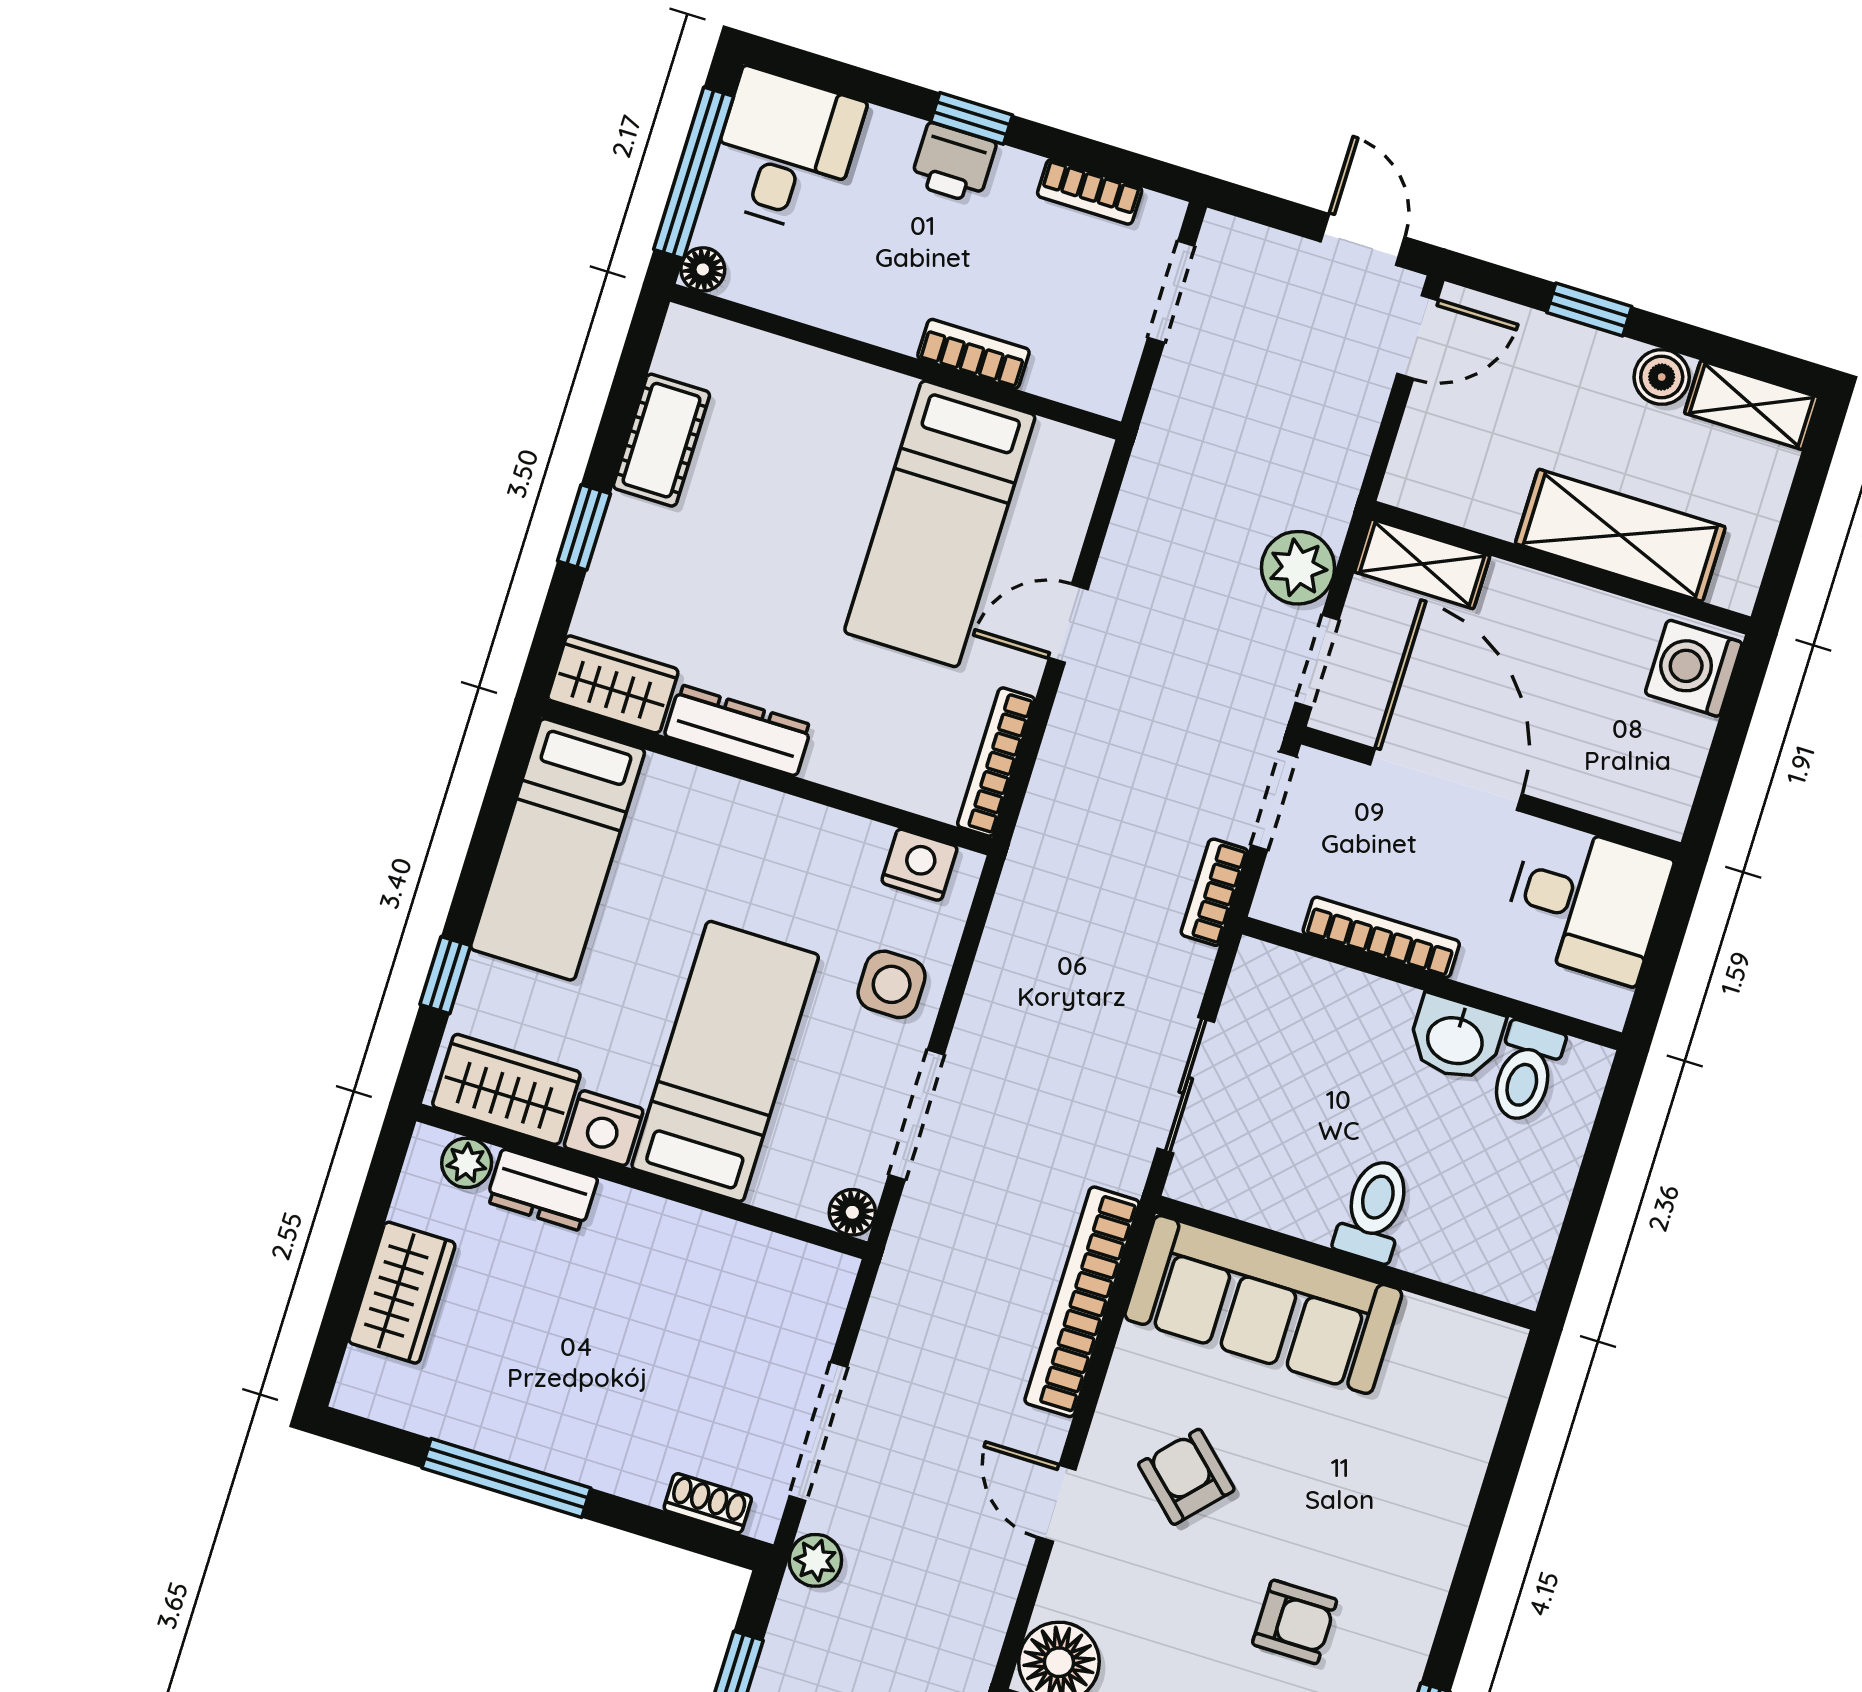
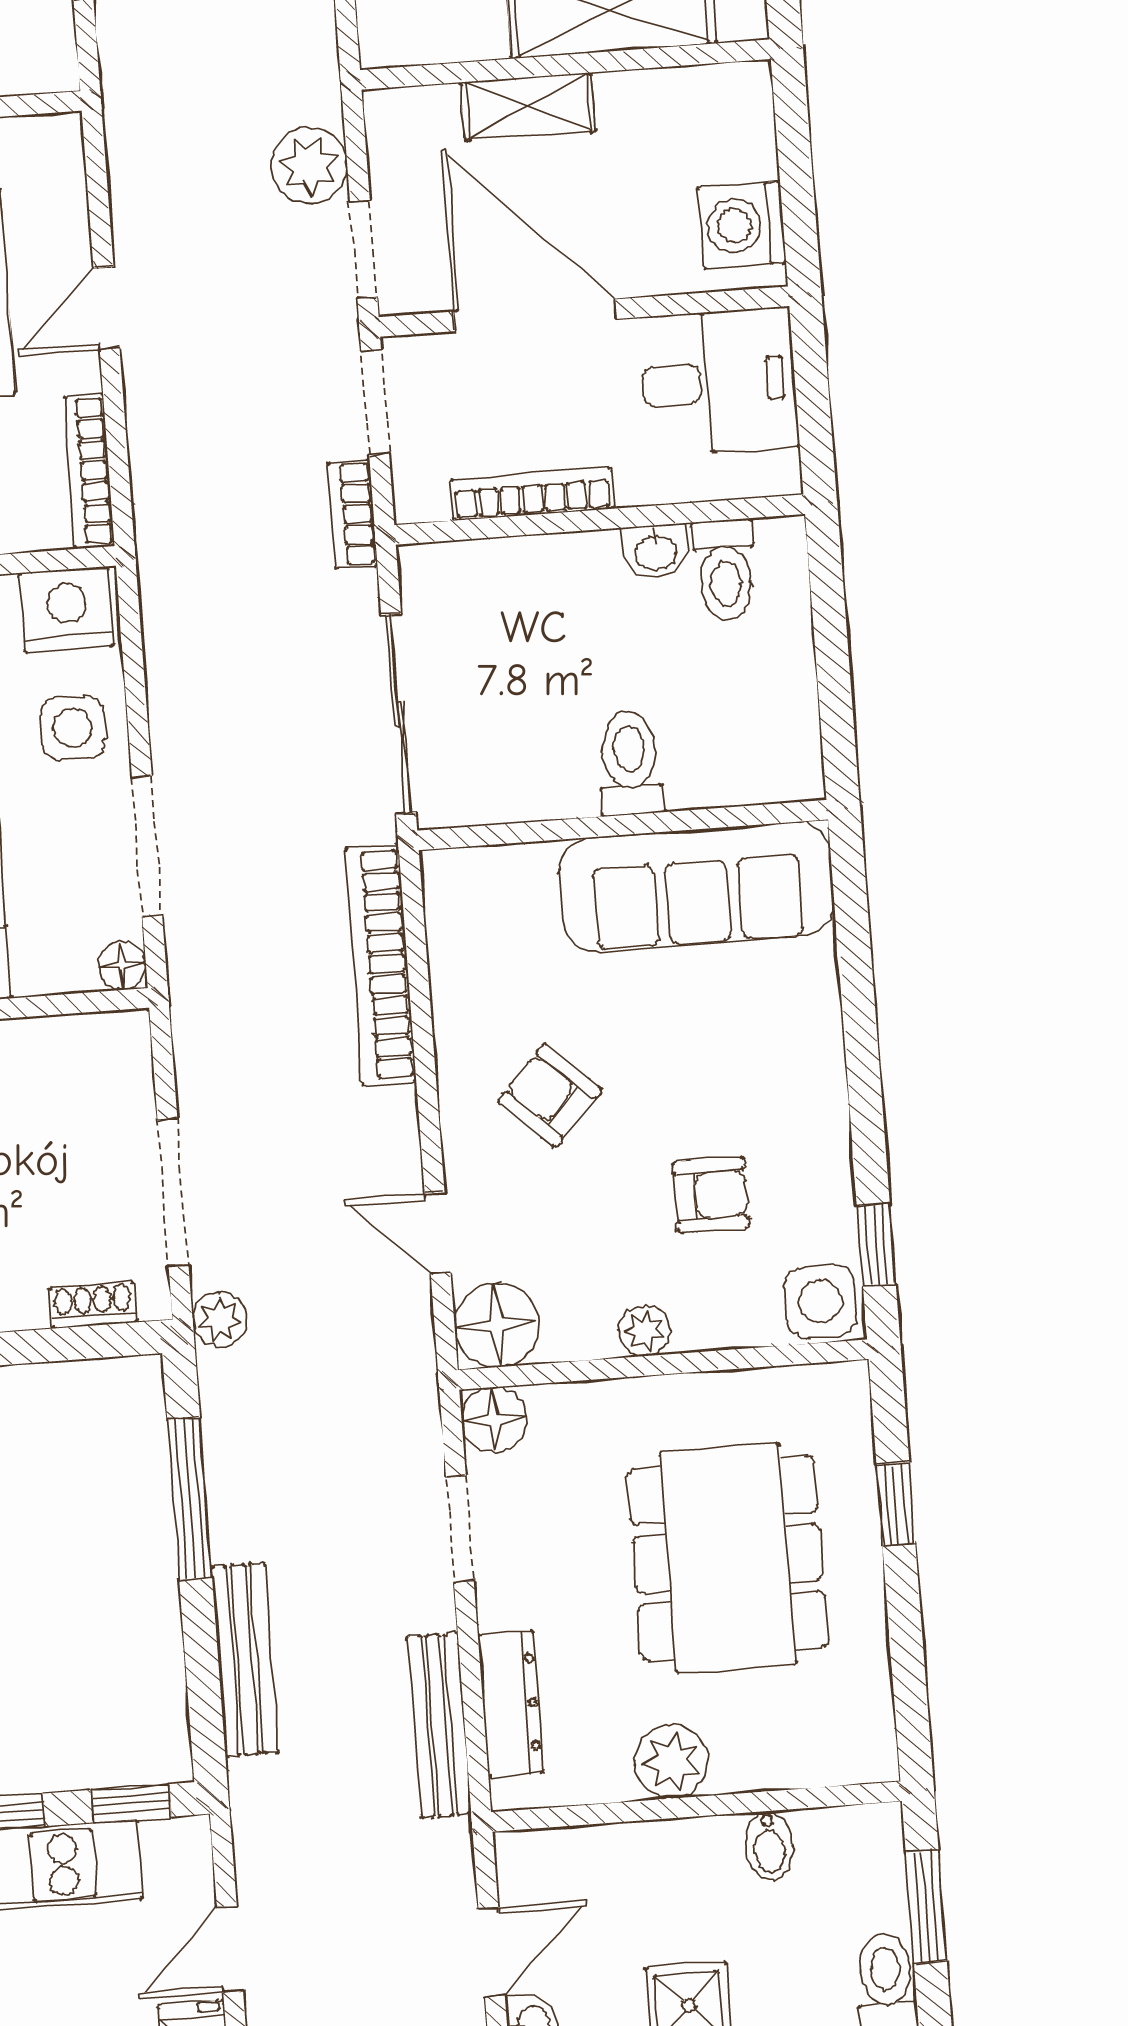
shelving: (1422, 564) -> (528, 107), moved
washing machine: (1694, 668) -> (742, 225), moved
nightstand: (919, 865) -> (67, 610), width x1.36, depth x1.33
washbasin: (1456, 1039) -> (655, 552), width x0.72, depth x0.69
sliding door: (1186, 1085) -> (399, 714), width x1.37
sofa: (1263, 1304) -> (697, 887), moved
door: (1056, 1503) -> (438, 1233), moved

